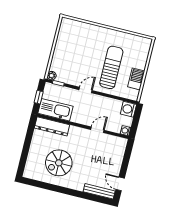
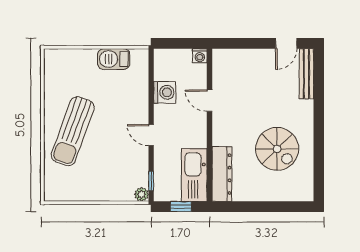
sun lounger: (111, 67) -> (73, 131), moved, turned -70
washing machine: (128, 109) -> (165, 92), moved, turned -90

